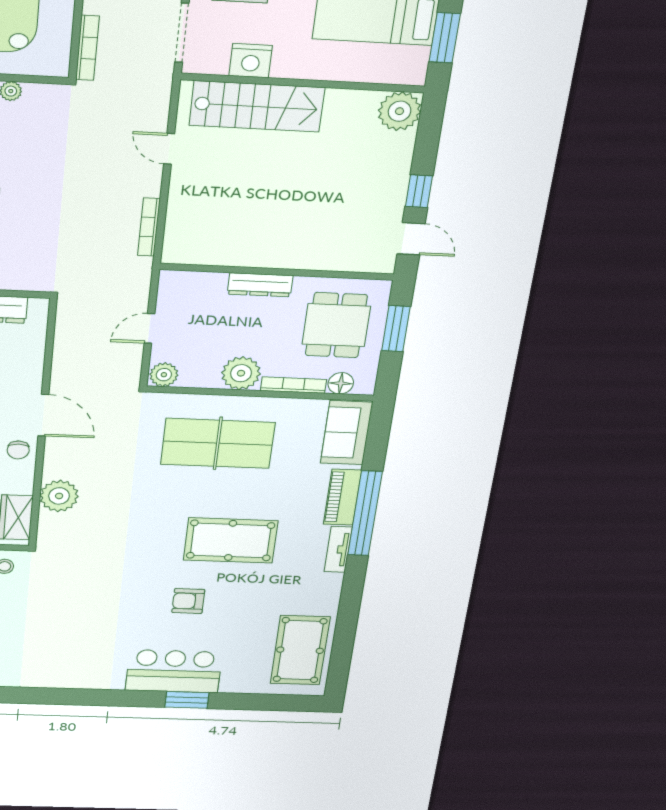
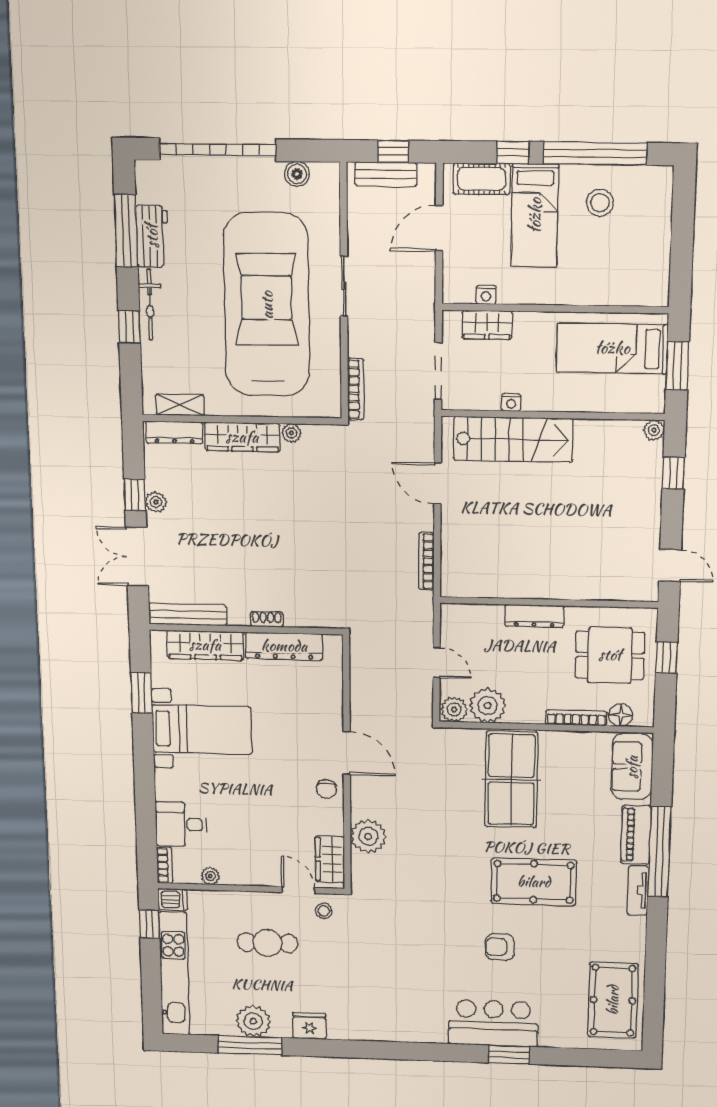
nightstand: (251, 61) -> (511, 402), width x0.53, depth x0.56
plant: (400, 111) -> (654, 430), width x0.53, depth x0.53
door: (169, 149) -> (438, 484), width x1.37
window: (419, 191) -> (673, 473), moved
dining table: (336, 325) -> (610, 655), turned 90
door: (150, 328) -> (436, 663), swing flipped
window: (396, 329) -> (667, 657), width x0.67
plant: (241, 373) -> (488, 706), moved
table tennis table: (218, 443) -> (511, 780), turned 90

